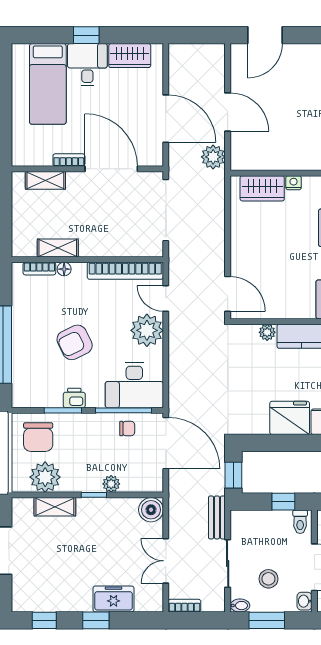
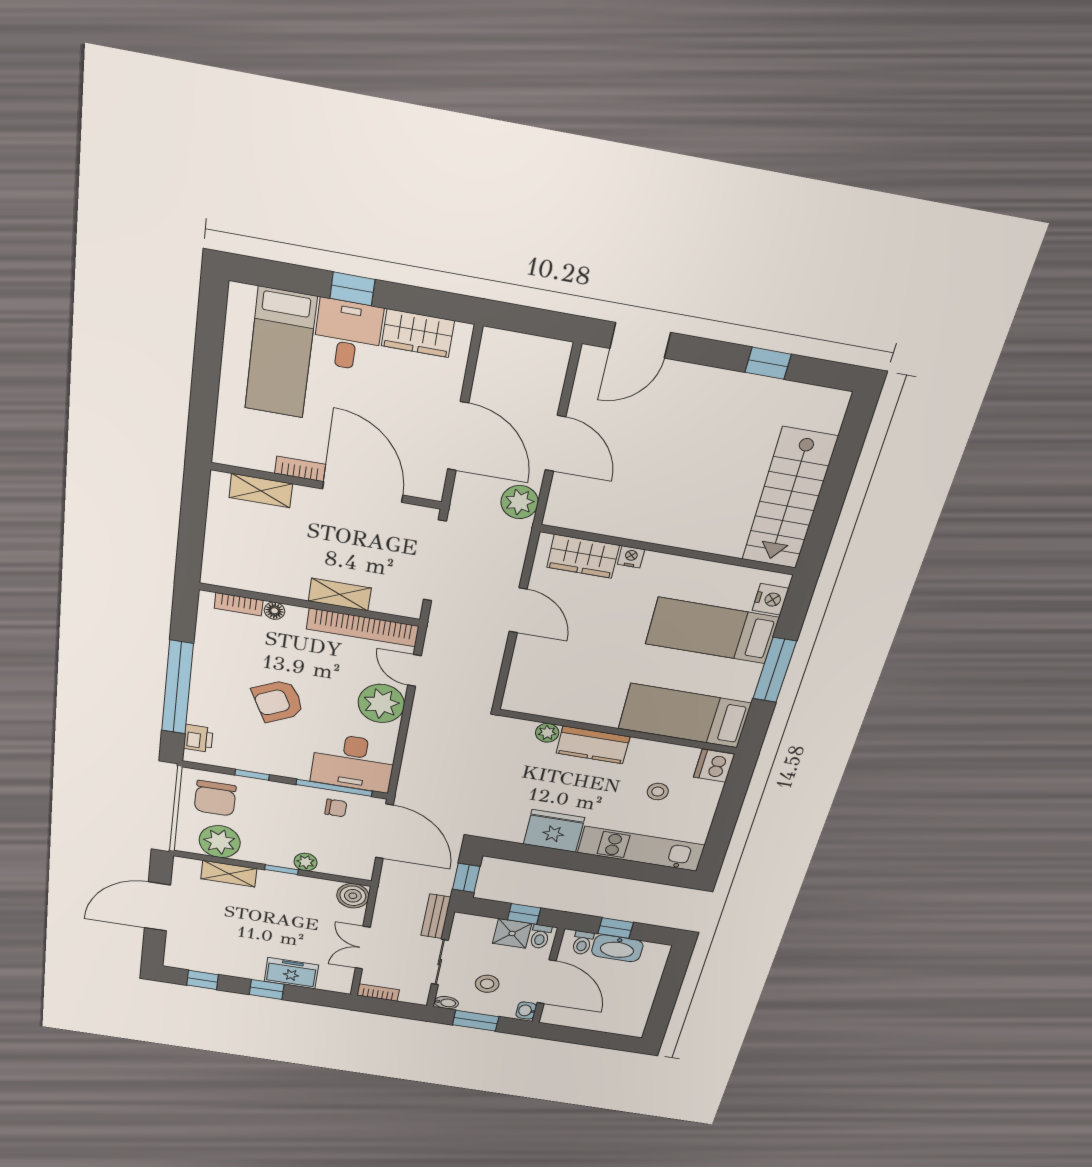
shelving: (58, 248) -> (340, 595), moved
door: (228, 294) -> (518, 610), moved
printer: (74, 398) -> (198, 738), moved, turned 90
window: (63, 410) -> (252, 775), width x0.67
shower: (278, 523) -> (512, 933), added

